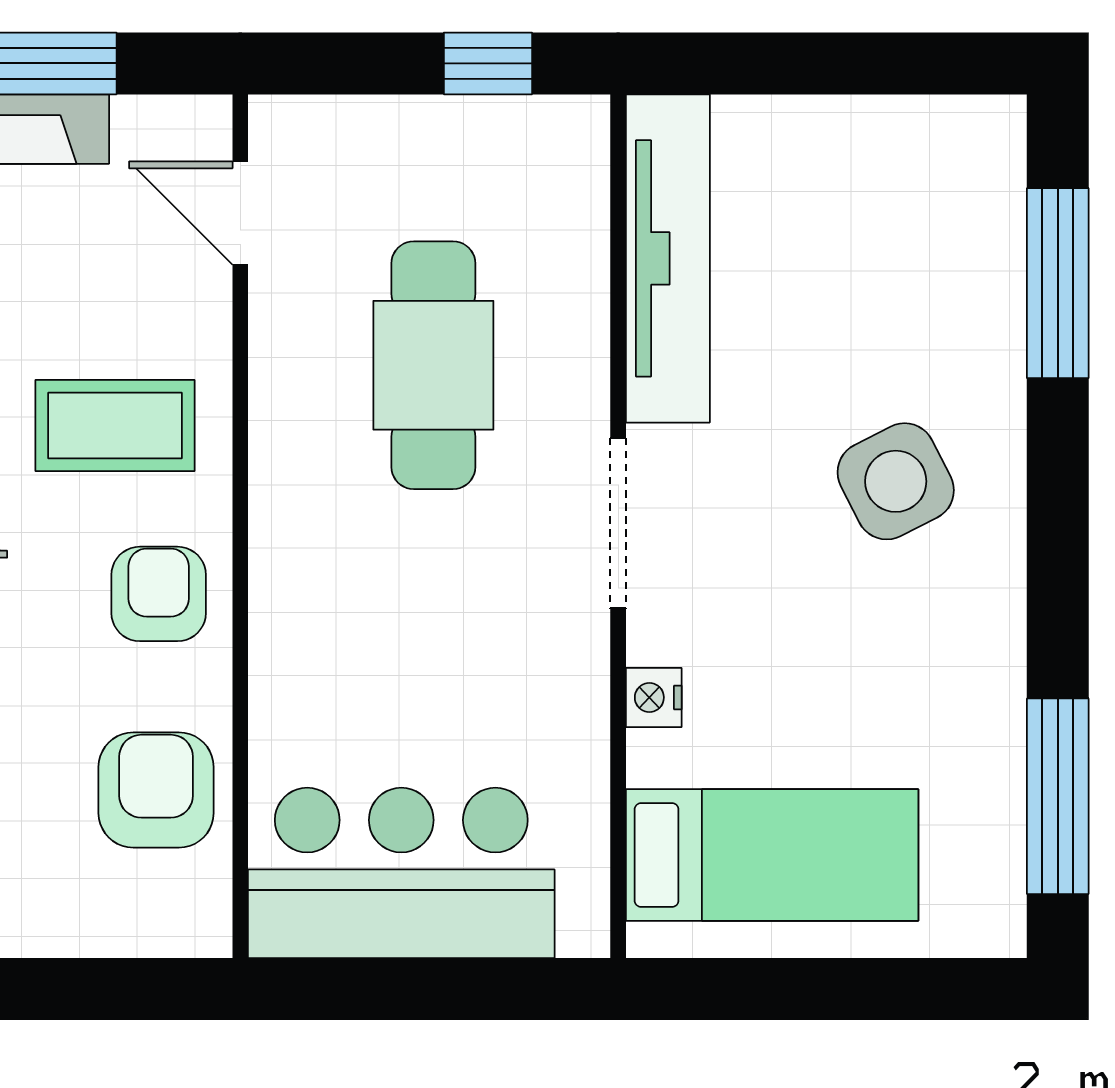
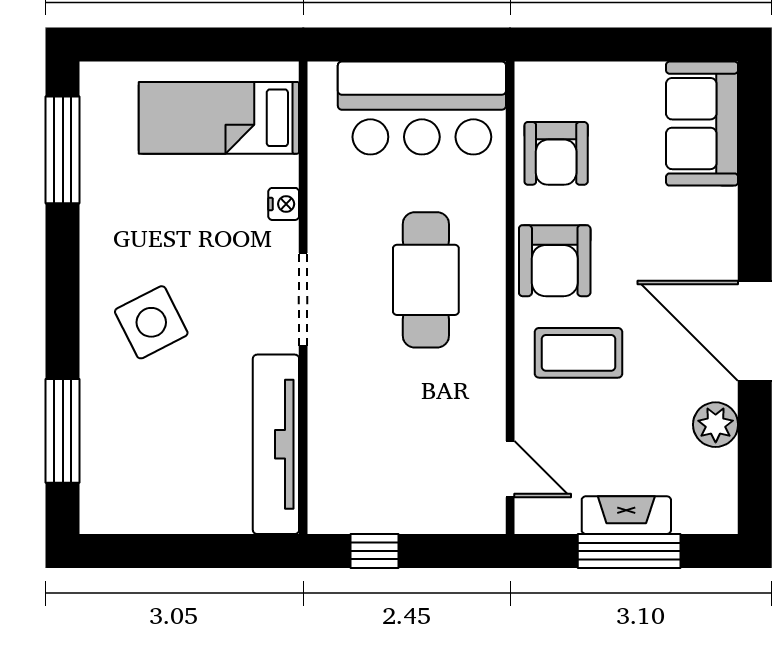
cafe table: (433, 365) -> (426, 280), moved
armchair: (159, 594) -> (555, 261), width x1.38, depth x1.38

